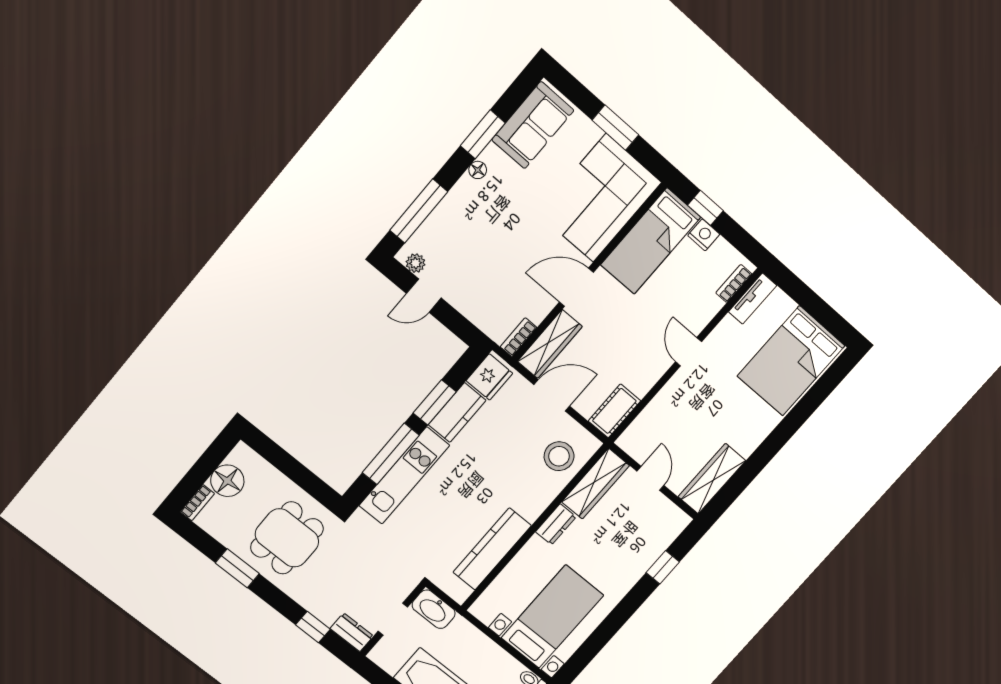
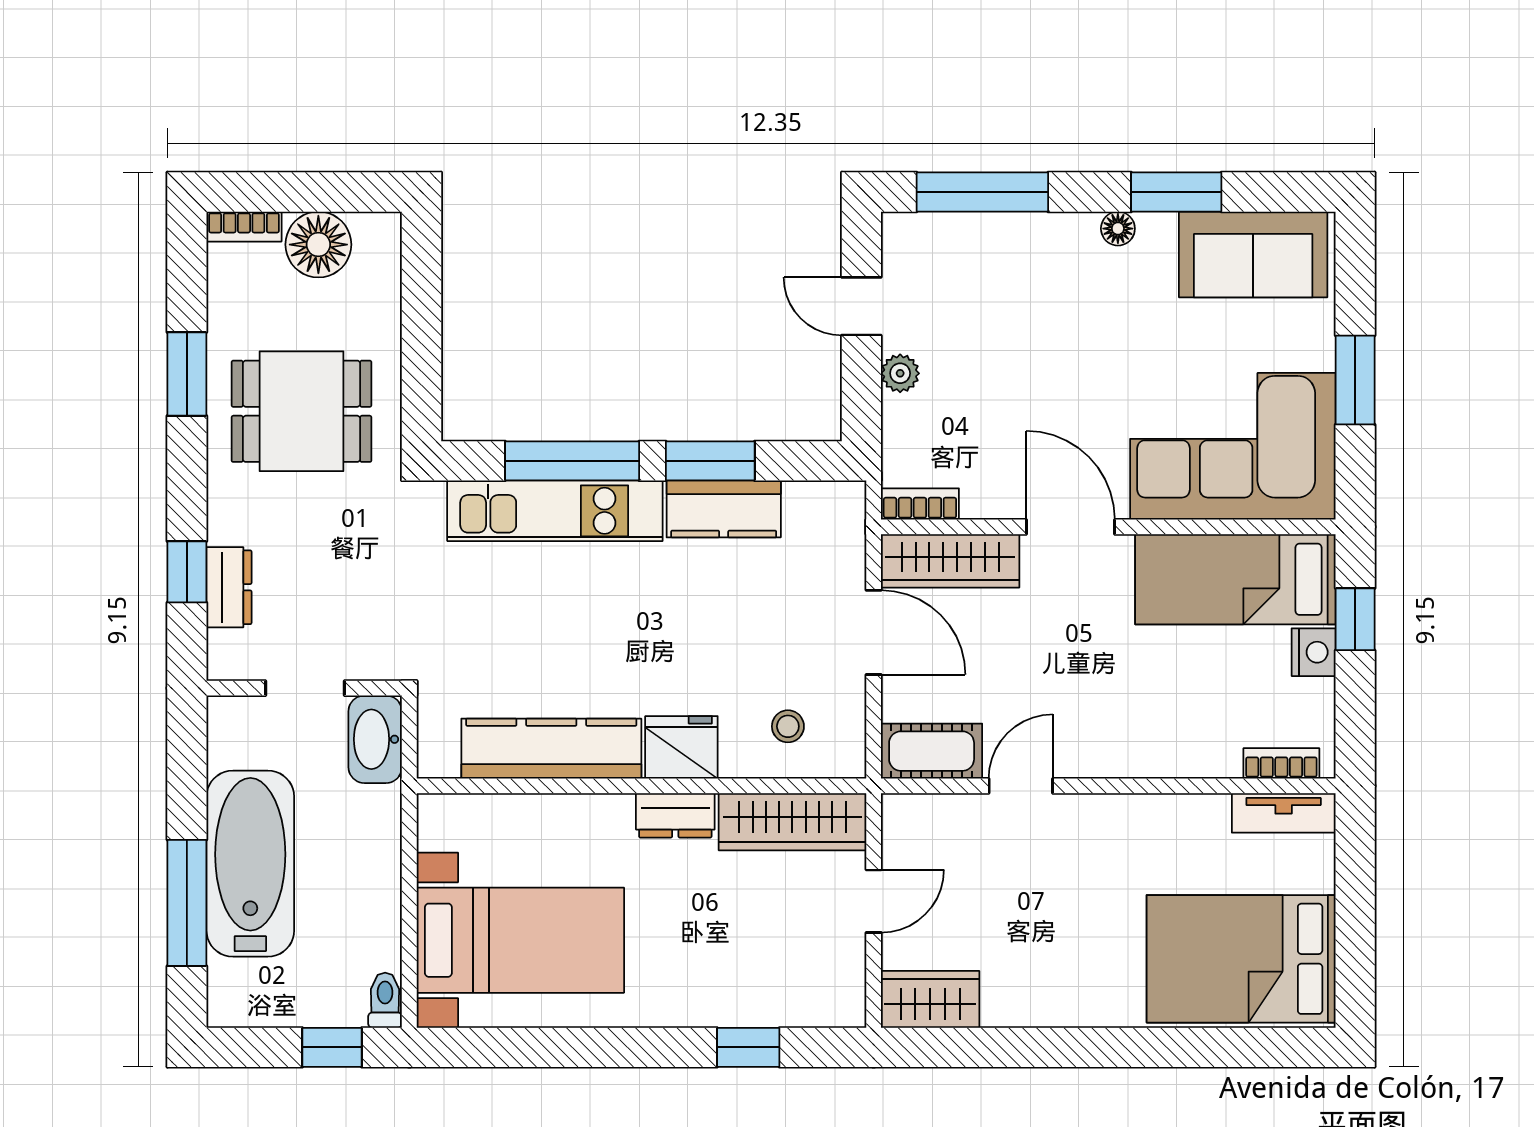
plant: (416, 263) -> (900, 373), moved
door: (689, 352) -> (1021, 786), moved
fridge: (489, 377) -> (681, 747), moved, turned 180
stool: (559, 456) -> (788, 726), width x0.53, depth x0.53
wardrobe: (712, 479) -> (930, 999), width x0.67
dresser: (352, 632) -> (229, 587), moved

